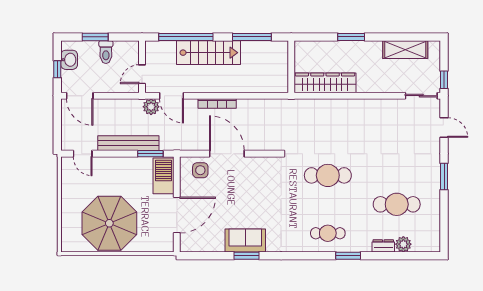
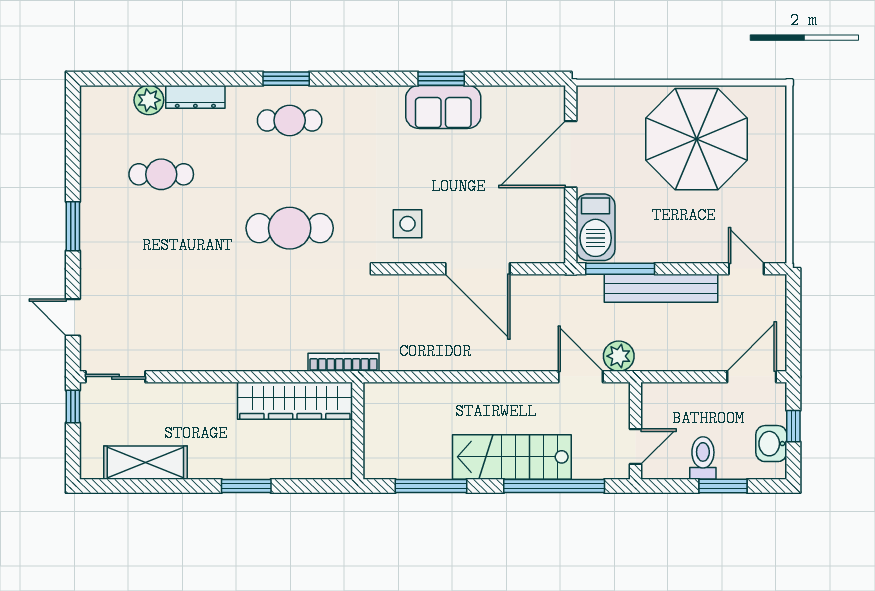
door: (142, 74) -> (636, 447), moved
door: (80, 96) -> (752, 377), hinge flipped
bookcase: (217, 103) -> (343, 362), moved
window: (150, 154) -> (620, 269), width x1.44
side table: (200, 170) -> (407, 224), moved
cafe table: (397, 204) -> (161, 174), width x0.73, depth x0.74
dresser: (383, 246) -> (195, 97), width x1.44
window: (348, 256) -> (286, 79), moved

